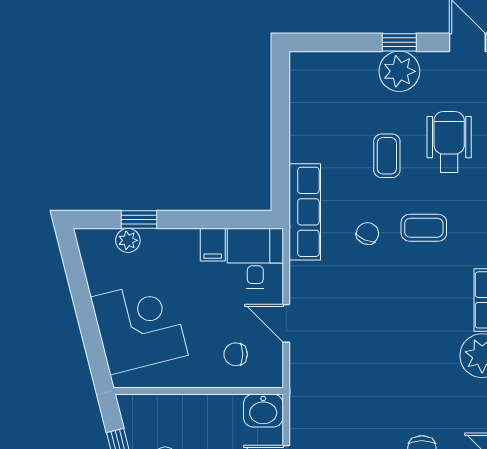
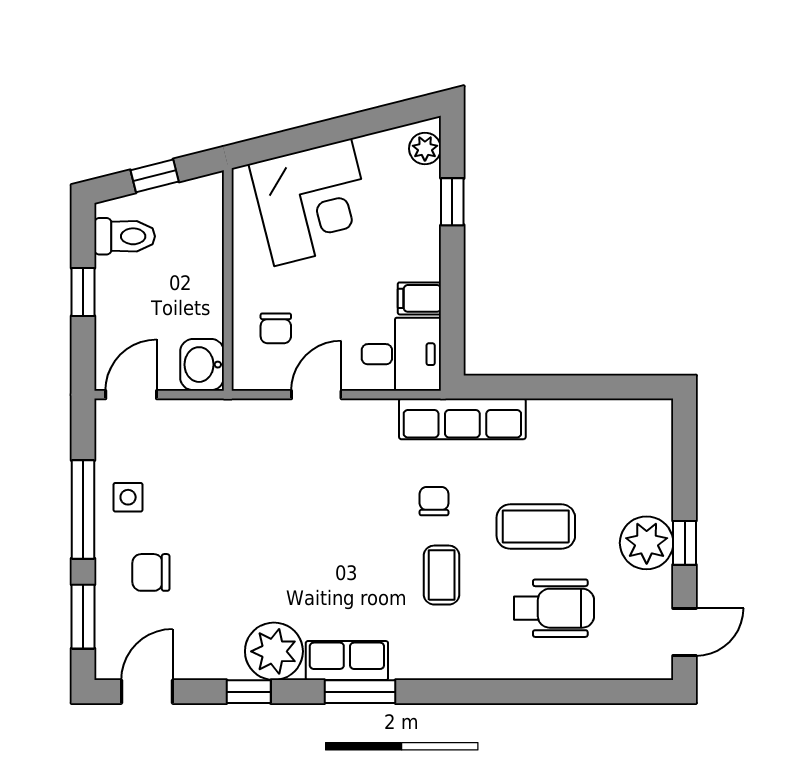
coffee table: (387, 156) -> (536, 527), width x1.36, depth x1.30
chair: (367, 233) -> (434, 501), turned -113
plant: (128, 240) -> (425, 149), moved
chair: (236, 354) -> (276, 328), turned 180

